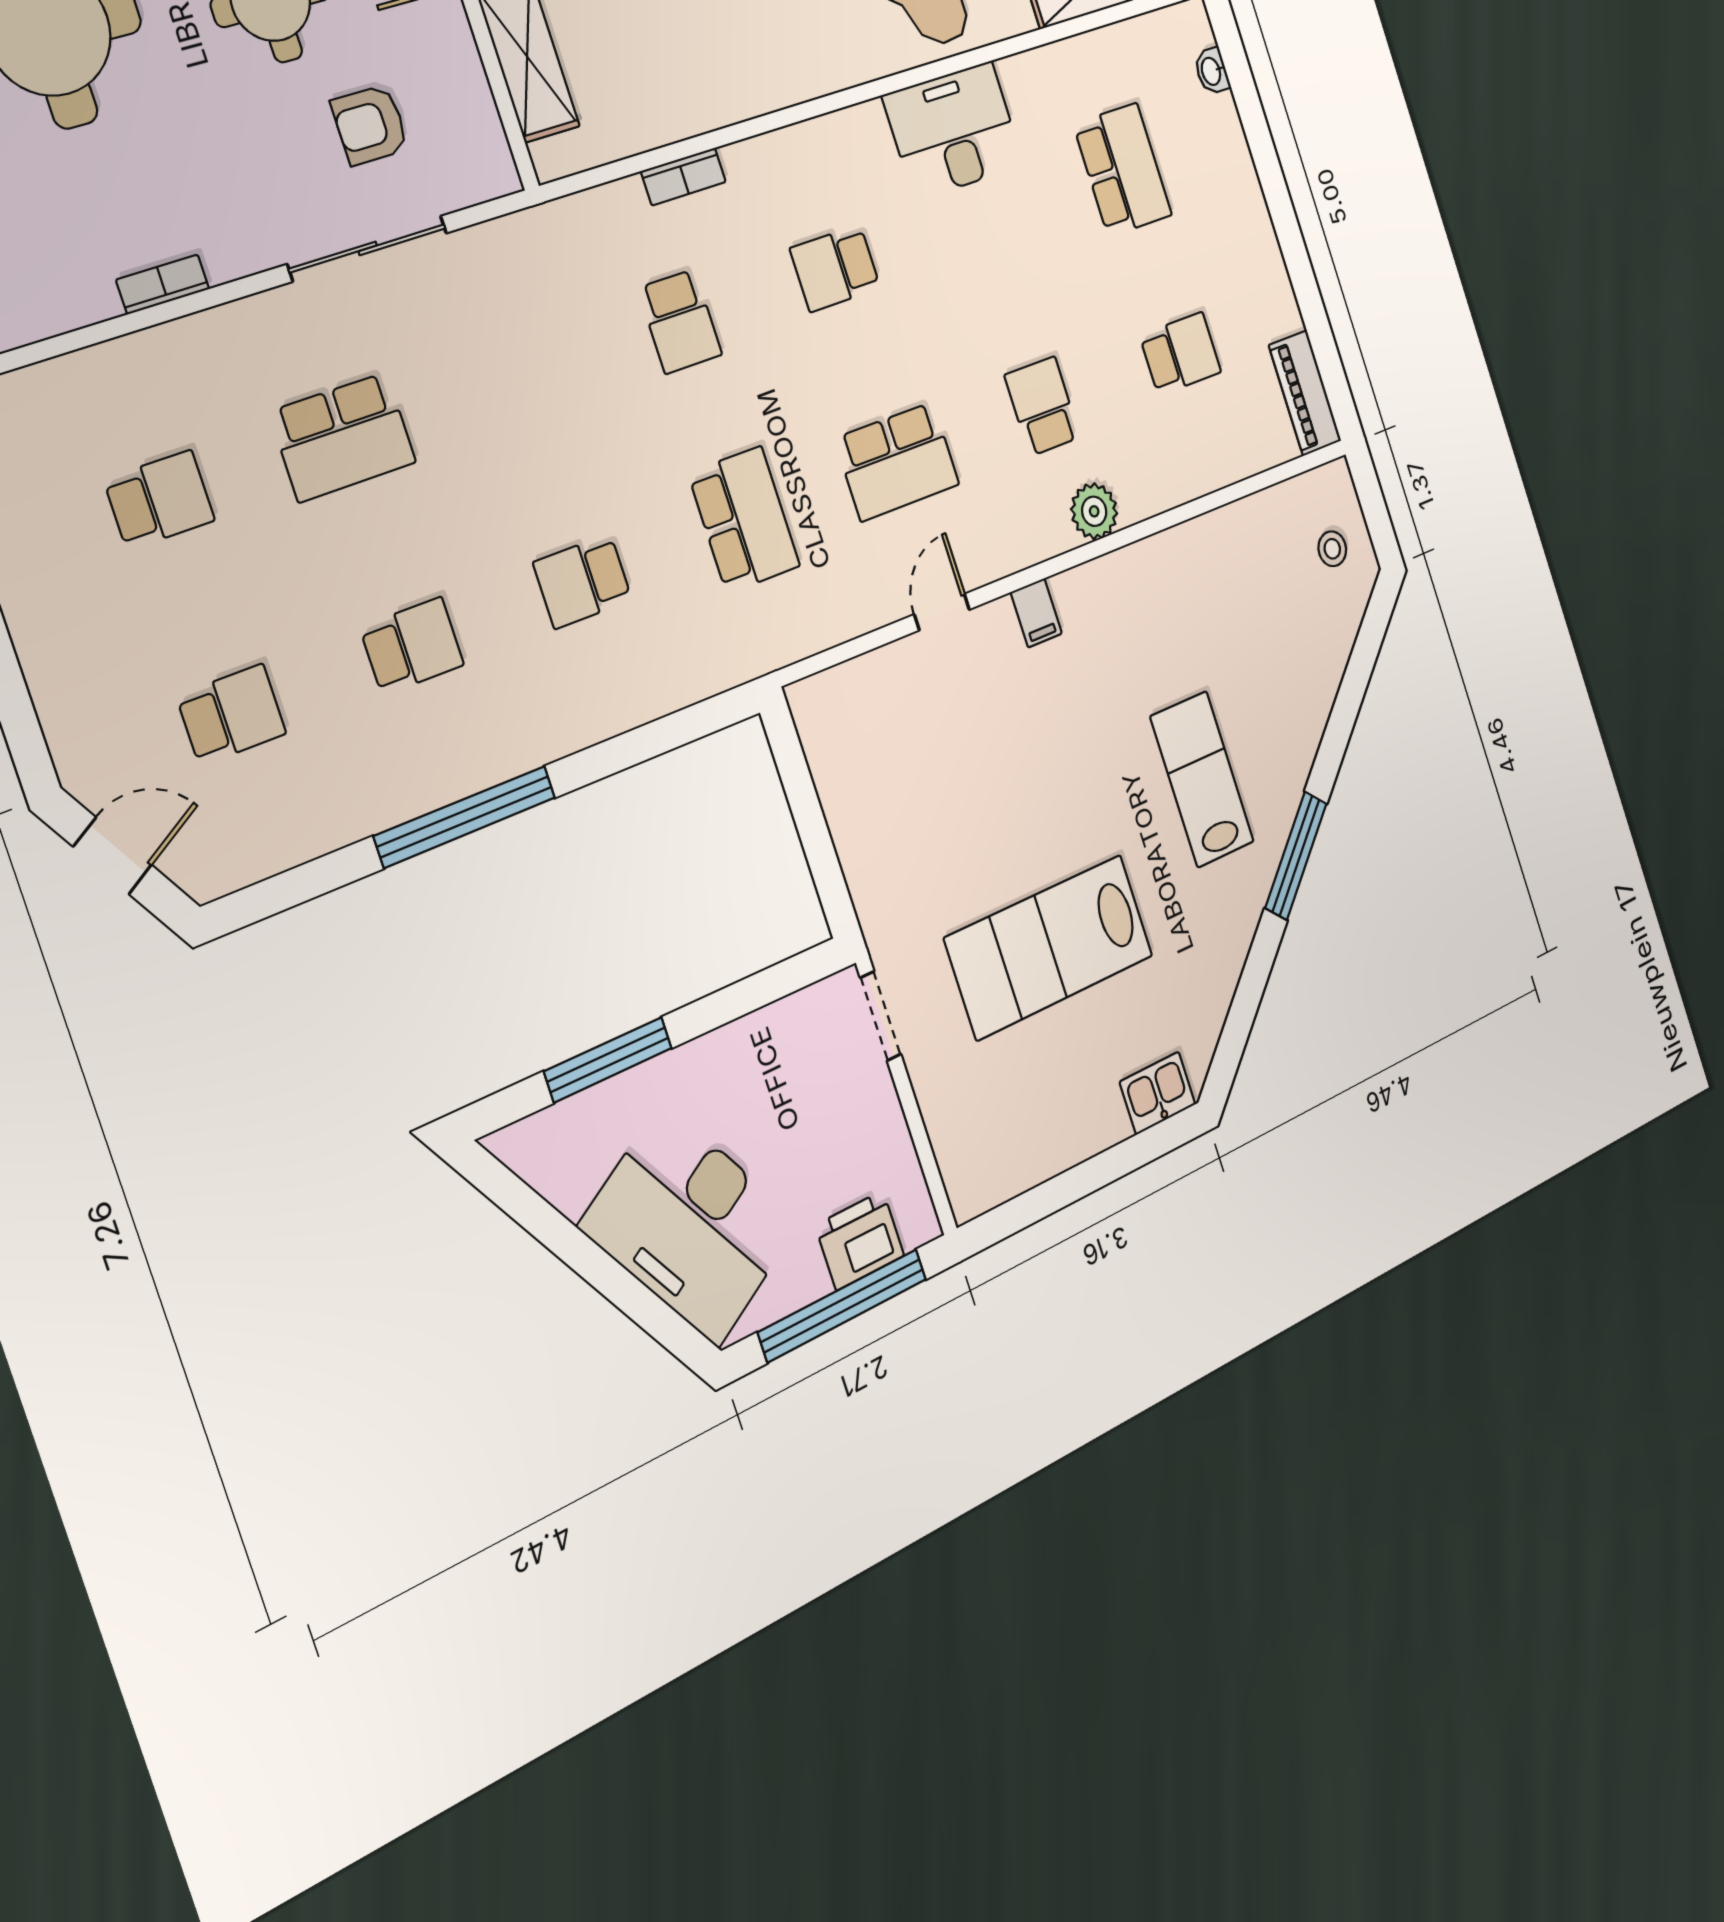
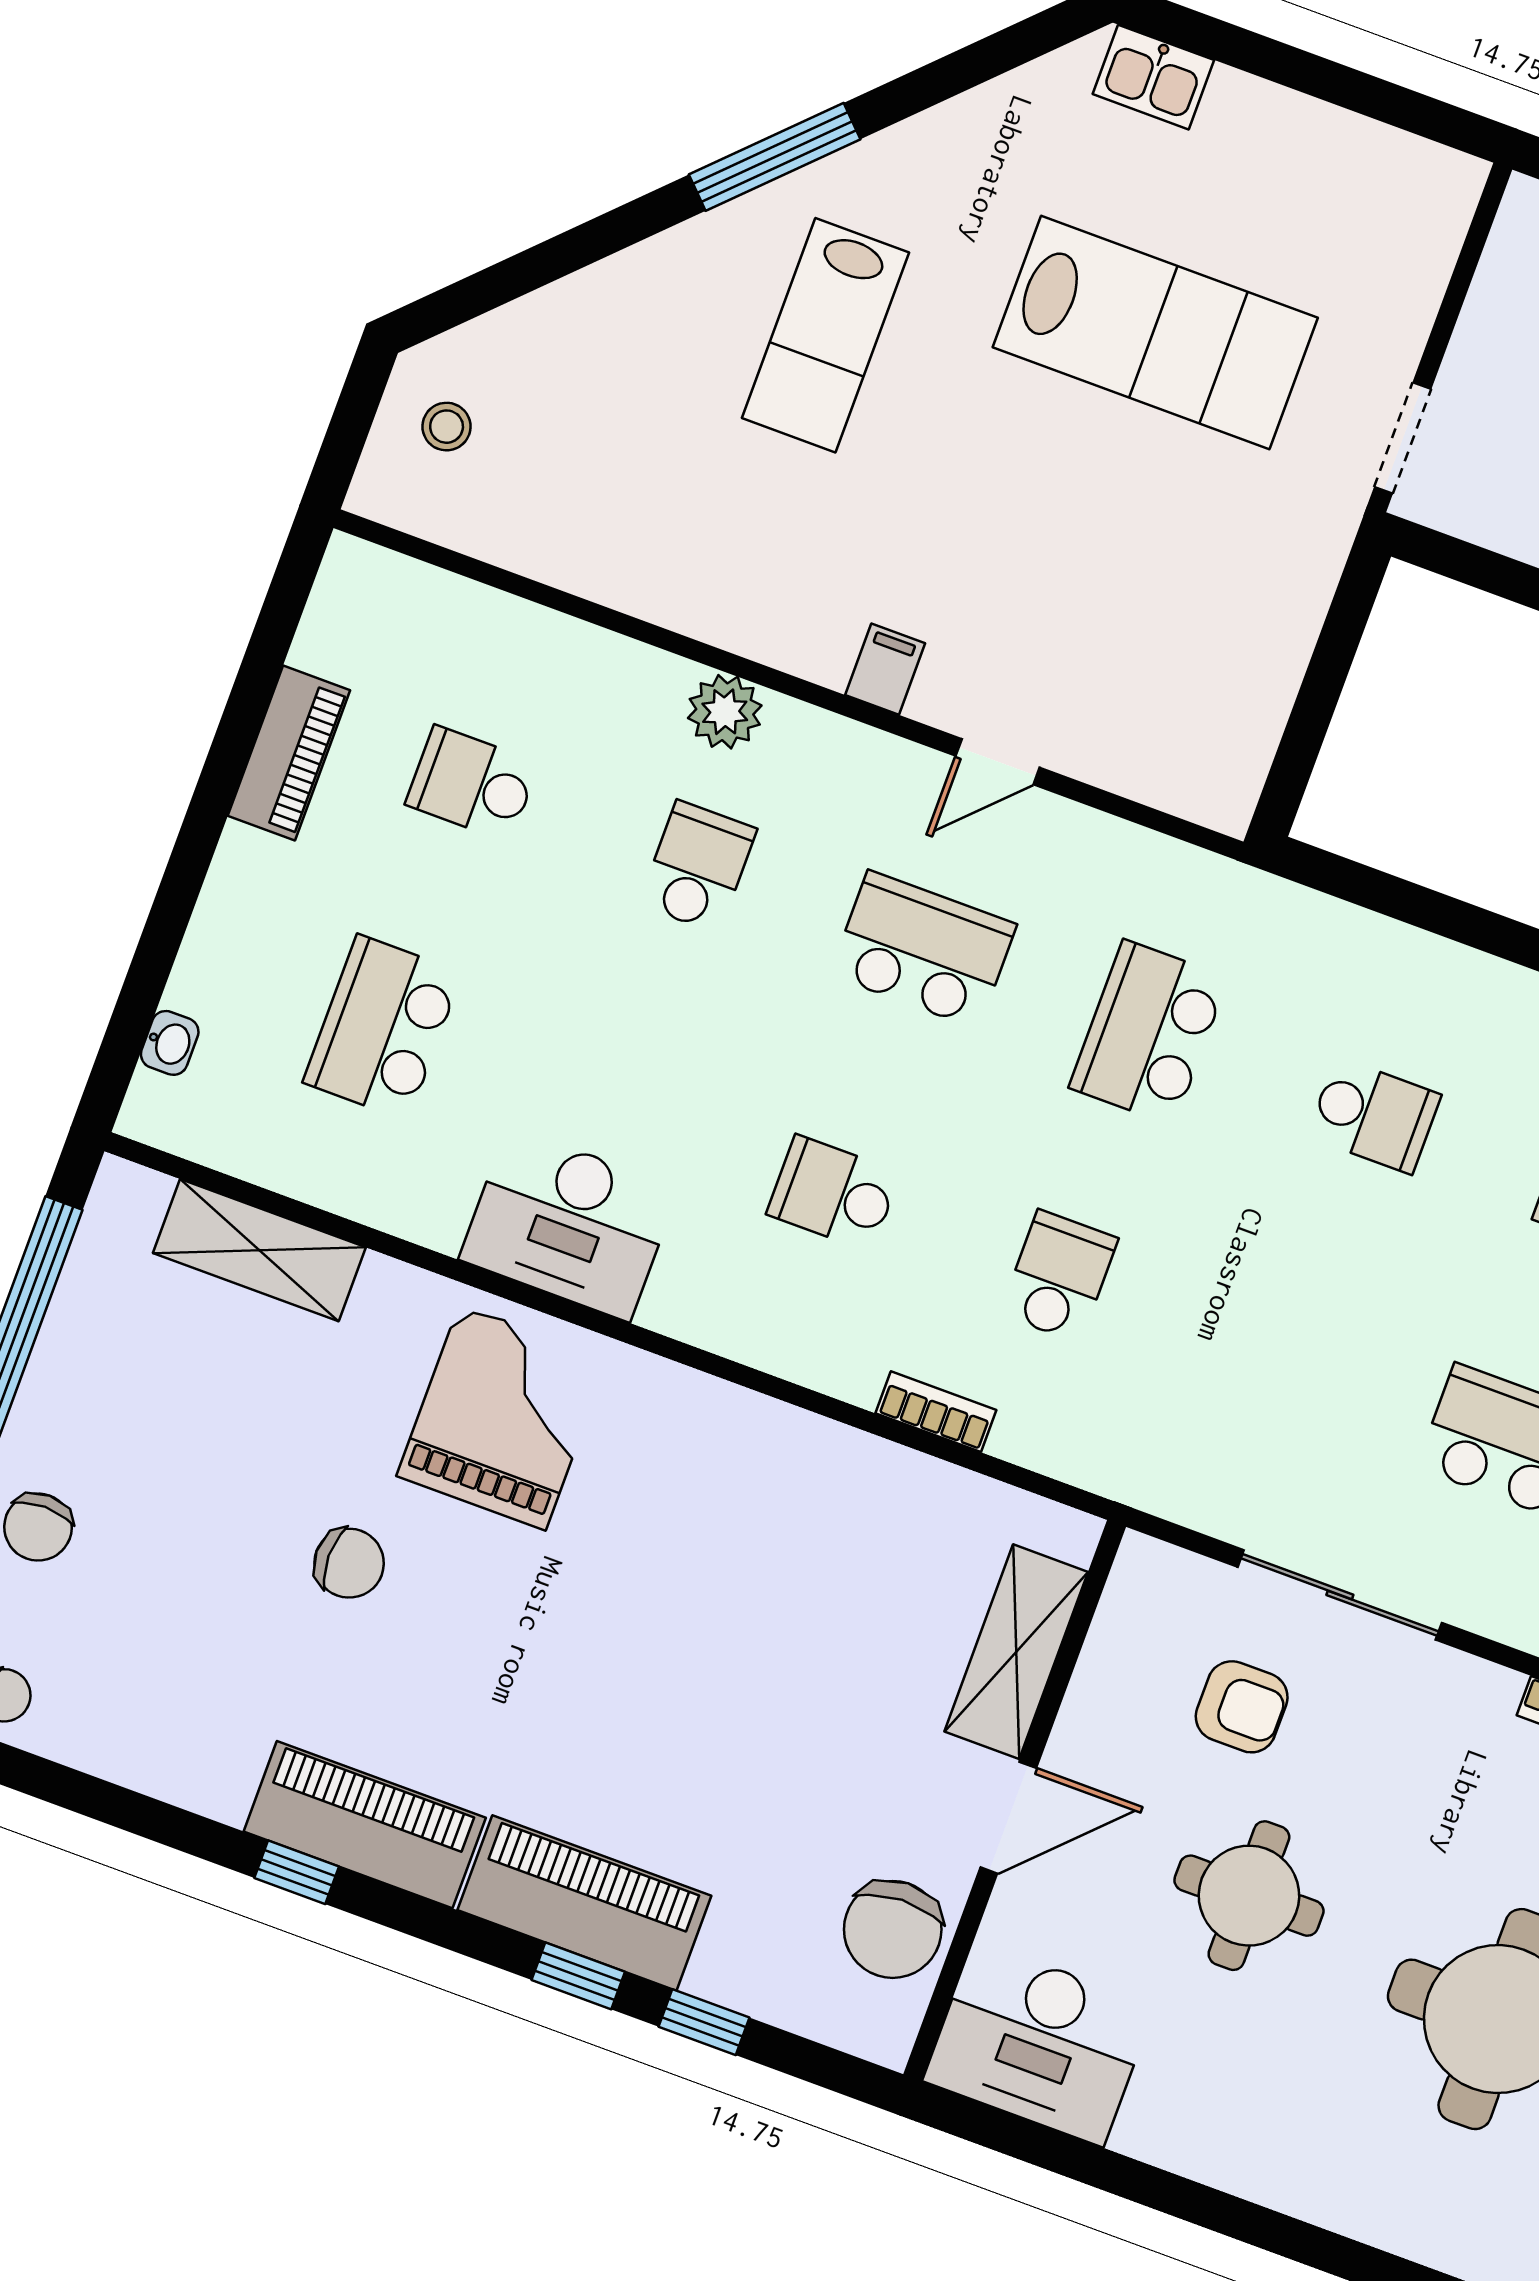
school desk: (835, 268) -> (834, 1193), turned 180
piano: (1305, 393) -> (289, 753), moved
school desk: (1042, 406) -> (698, 867), turned 180

